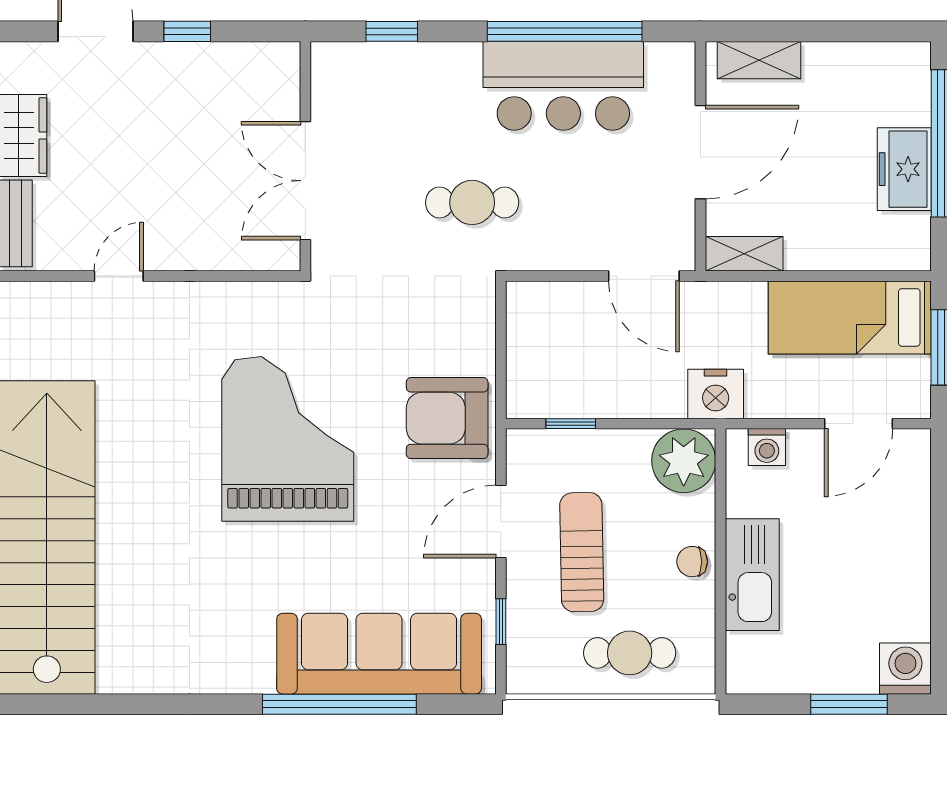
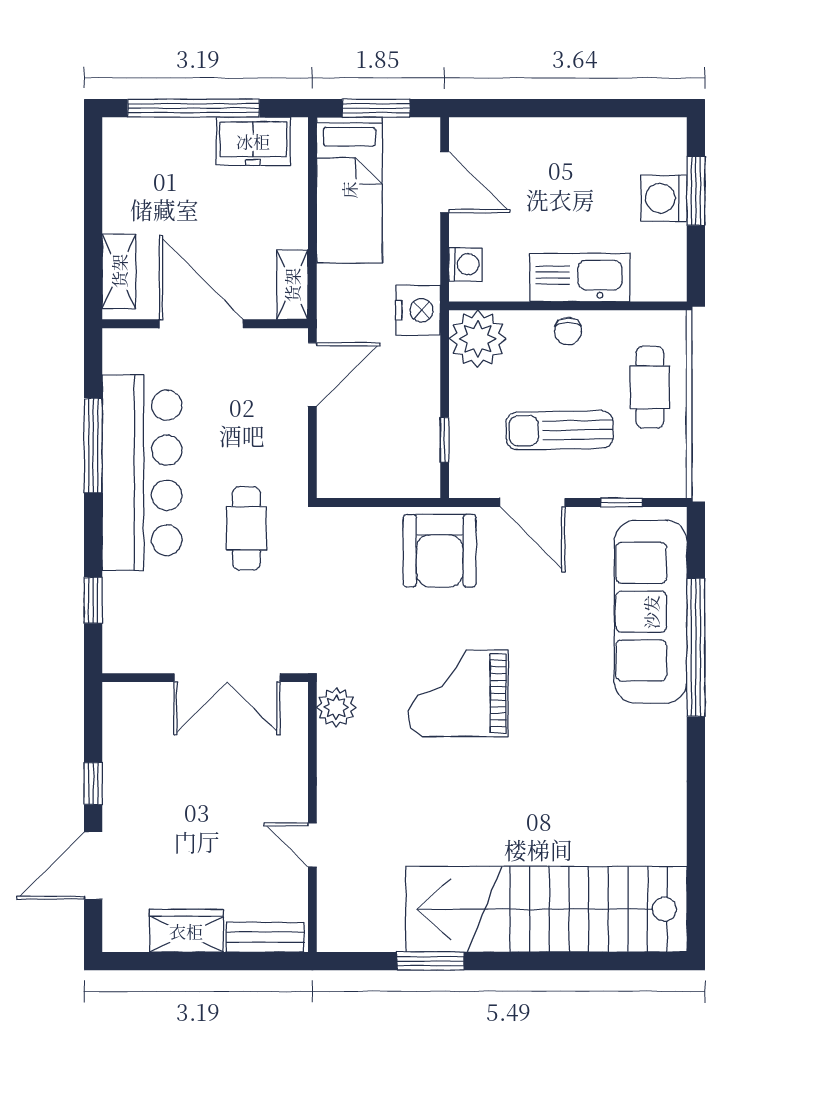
window: (565, 31) -> (93, 445), width x0.68
bar counter: (563, 86) -> (142, 473), width x1.36
freezer: (904, 169) -> (253, 141), moved
plant: (272, 303) -> (336, 707), added
grand piano: (288, 439) -> (458, 693), width x0.73, depth x0.68
washing machine: (905, 669) -> (664, 198), moved

